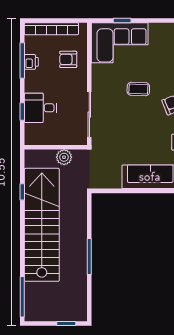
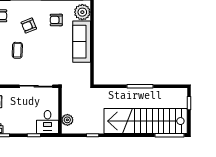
desk: (40, 108) -> (48, 122), moved
plant: (64, 157) -> (67, 120), moved
stairs: (42, 225) -> (146, 121), moved

